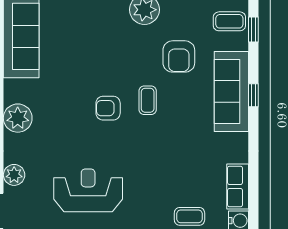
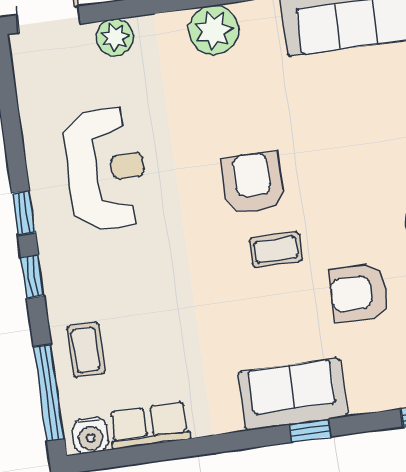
sofa: (231, 92) -> (293, 394), width x0.73
armchair: (108, 108) -> (253, 183), width x1.38, depth x1.38

